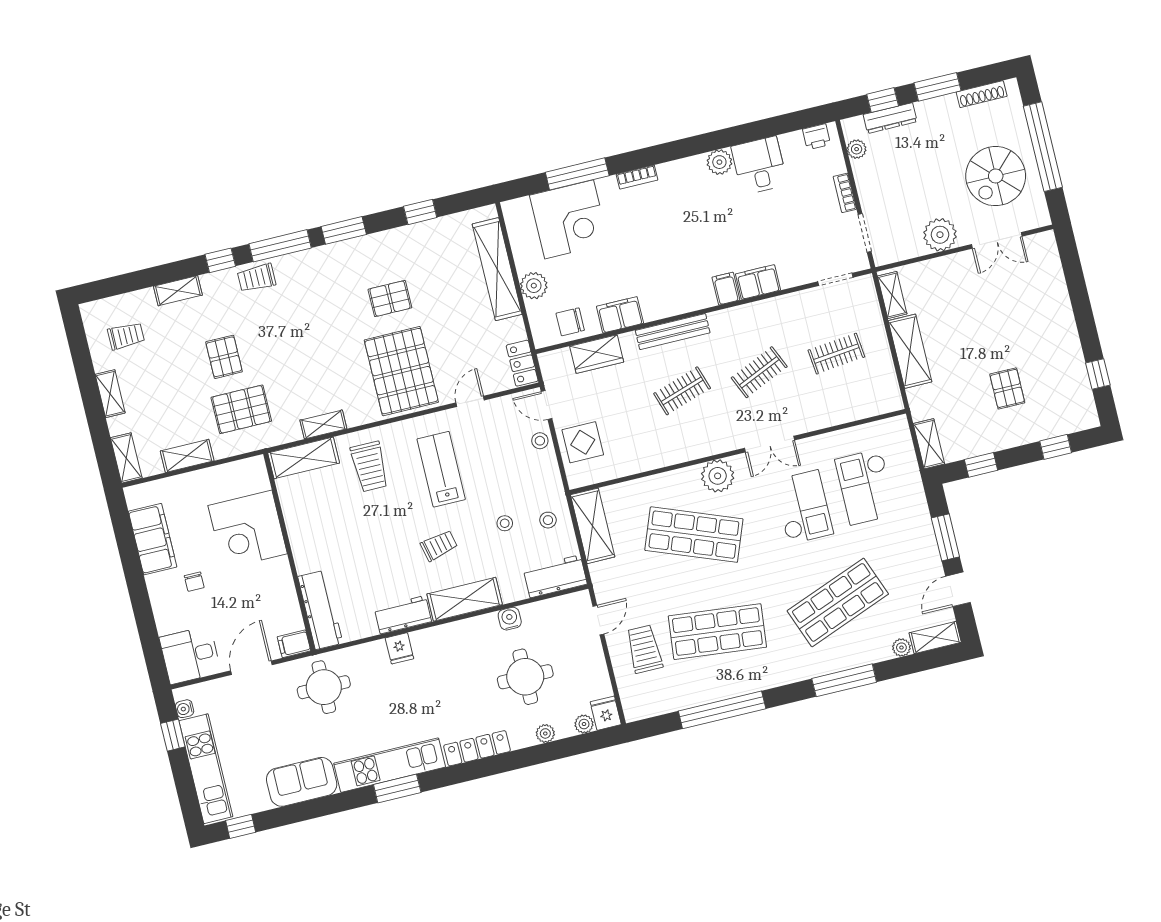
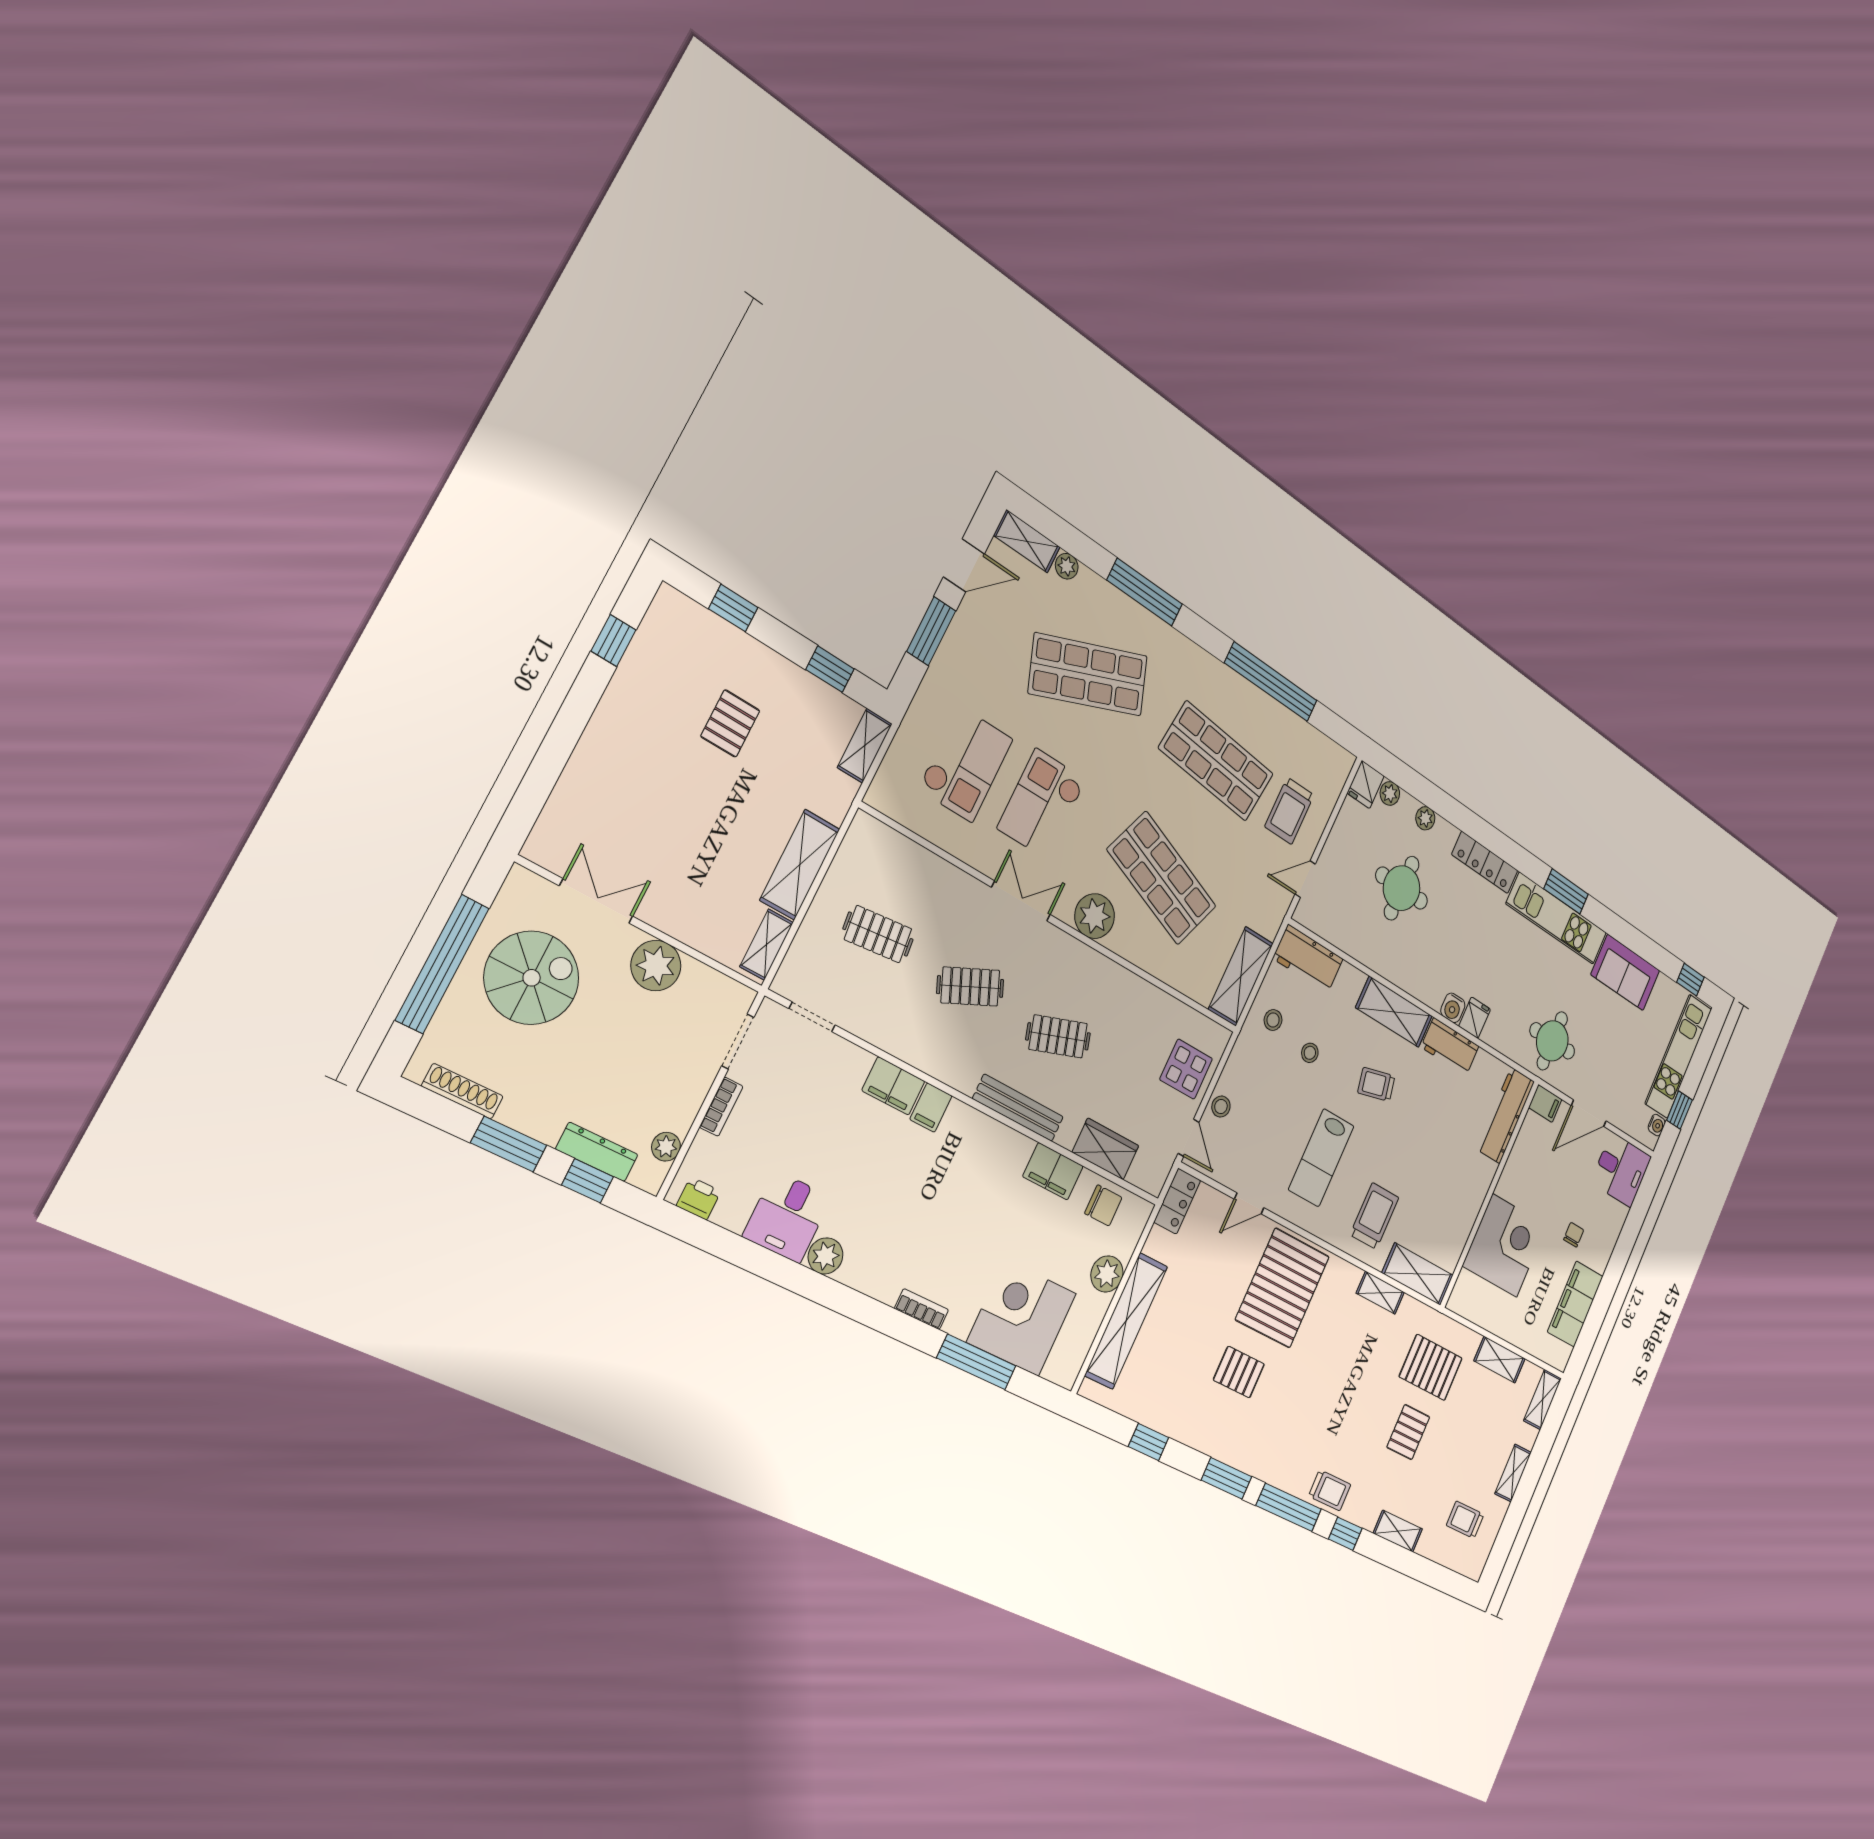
water cooler: (510, 619) -> (1453, 1008), moved

